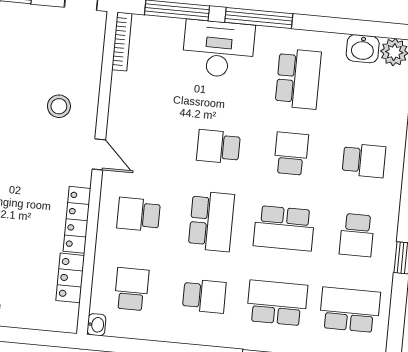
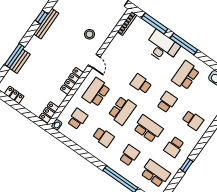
school desk: (298, 79) -> (186, 75), turned 180
school desk: (139, 214) -> (96, 92), width x1.85
school desk: (284, 228) -> (148, 129), turned 180
locker: (70, 278) -> (49, 112), moved
school desk: (277, 303) -> (129, 155), width x0.54

